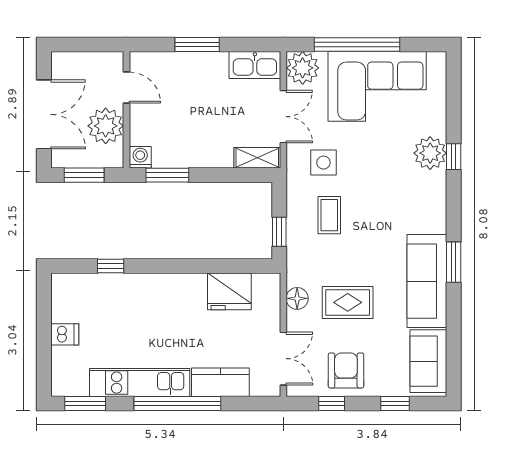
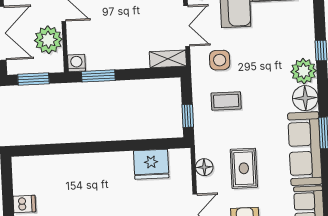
plant: (430, 153) -> (304, 71), moved
coffee table: (329, 215) -> (226, 101), turned 90
floor lamp: (431, 216) -> (305, 98), added
window: (111, 266) -> (58, 149), removed
rug: (348, 302) -> (244, 168), turned 90

